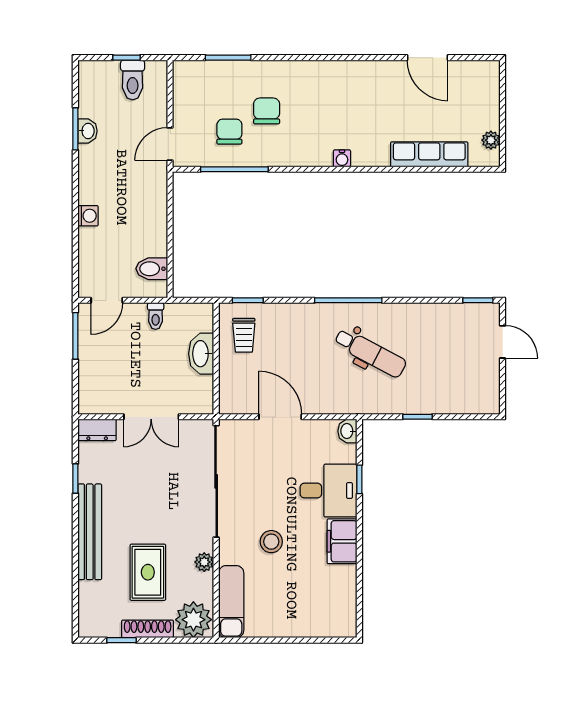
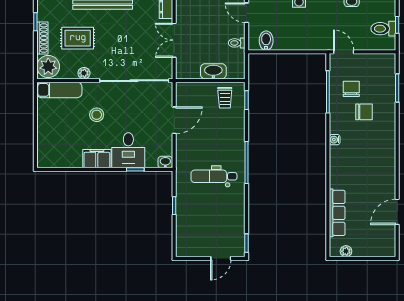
chair: (229, 132) -> (351, 89), turned -90
water cooler: (342, 158) -> (335, 140), moved
trolley: (244, 335) -> (225, 98), turned -90
dental chair: (370, 353) -> (214, 176), turned 62

